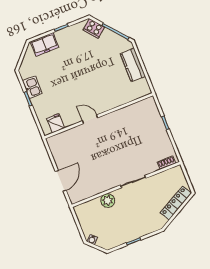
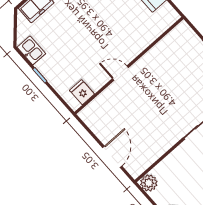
kitchen sink: (32, 87) -> (31, 50), moved
plant: (108, 200) -> (149, 183), moved

